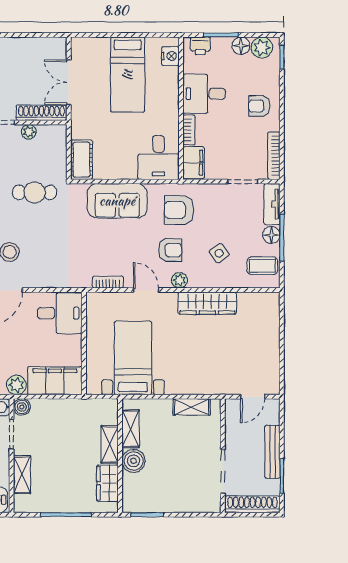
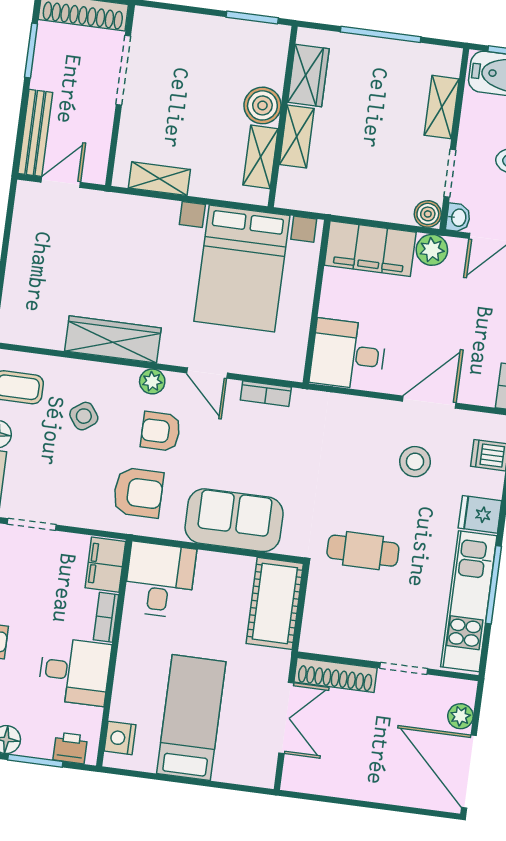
plant: (29, 132) -> (360, 648), removed
cot: (81, 160) -> (275, 603), width x1.37, depth x1.34
bed with nightstands: (133, 358) -> (242, 268), width x1.36
bench: (272, 452) -> (35, 133), moved

